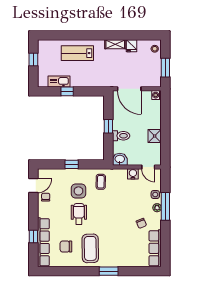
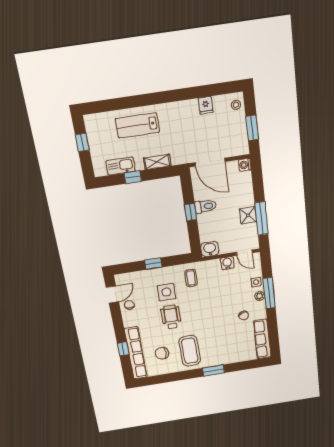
shelving: (115, 44) -> (157, 162), moved
toilet: (121, 136) -> (206, 206), moved
window: (165, 140) -> (261, 219), added

